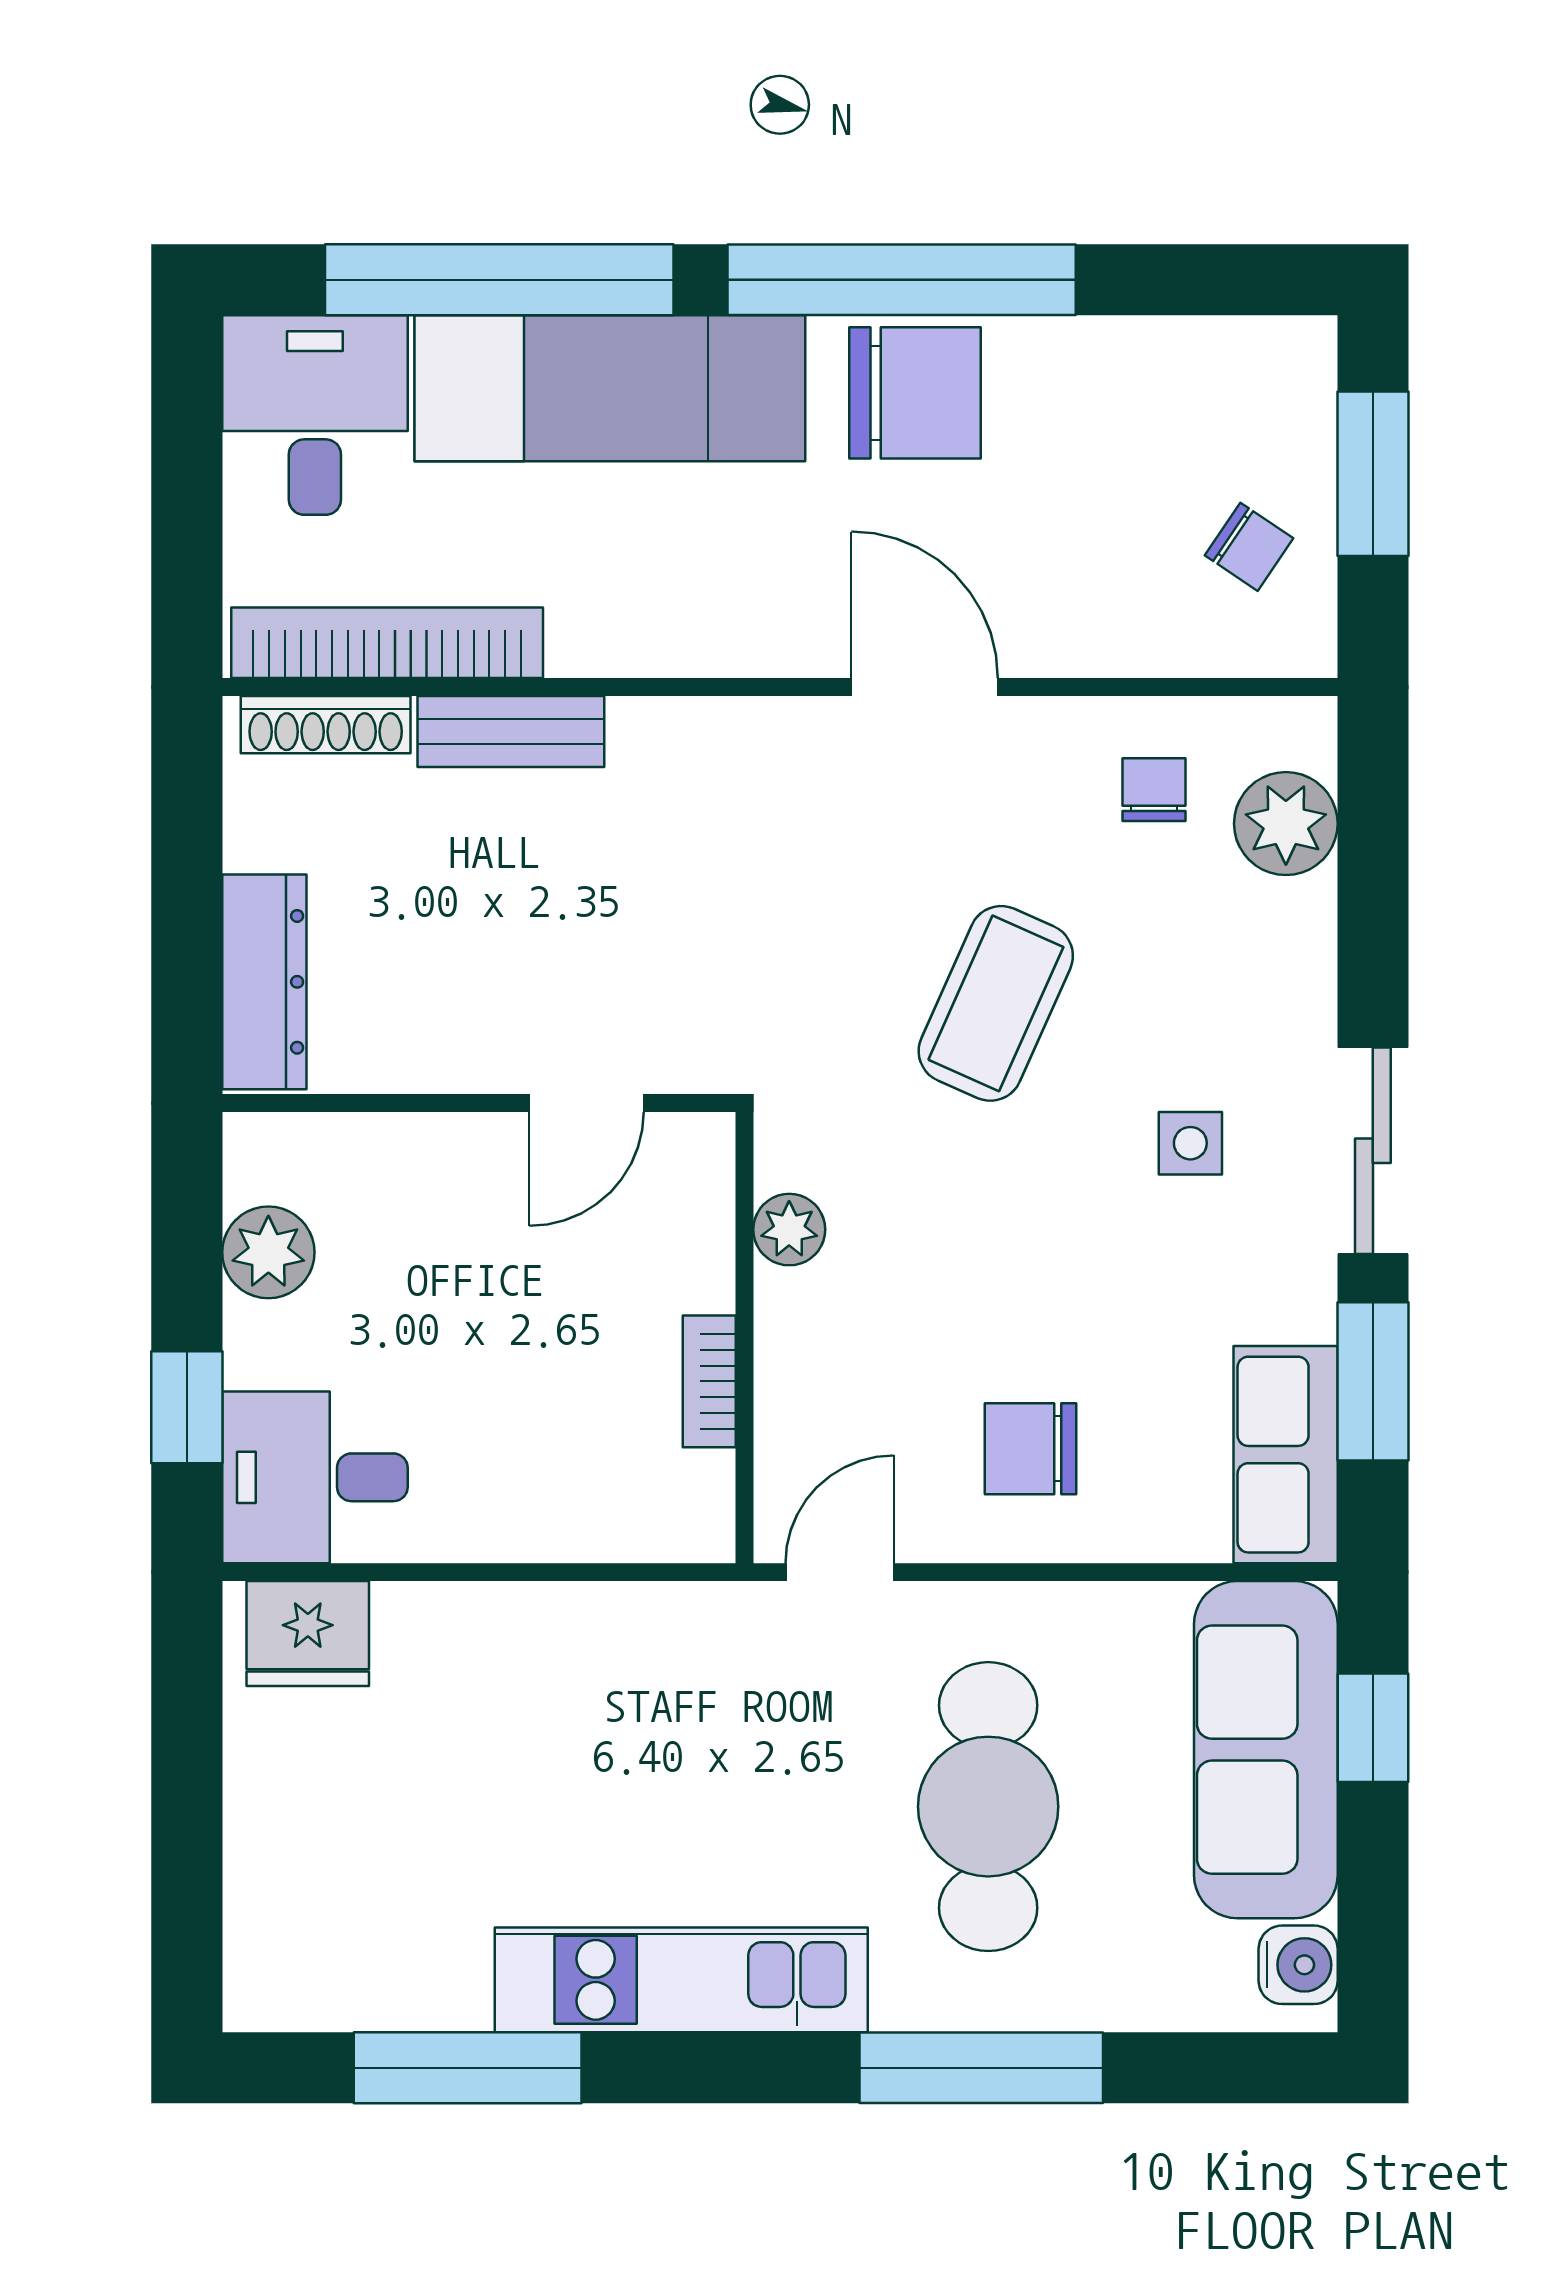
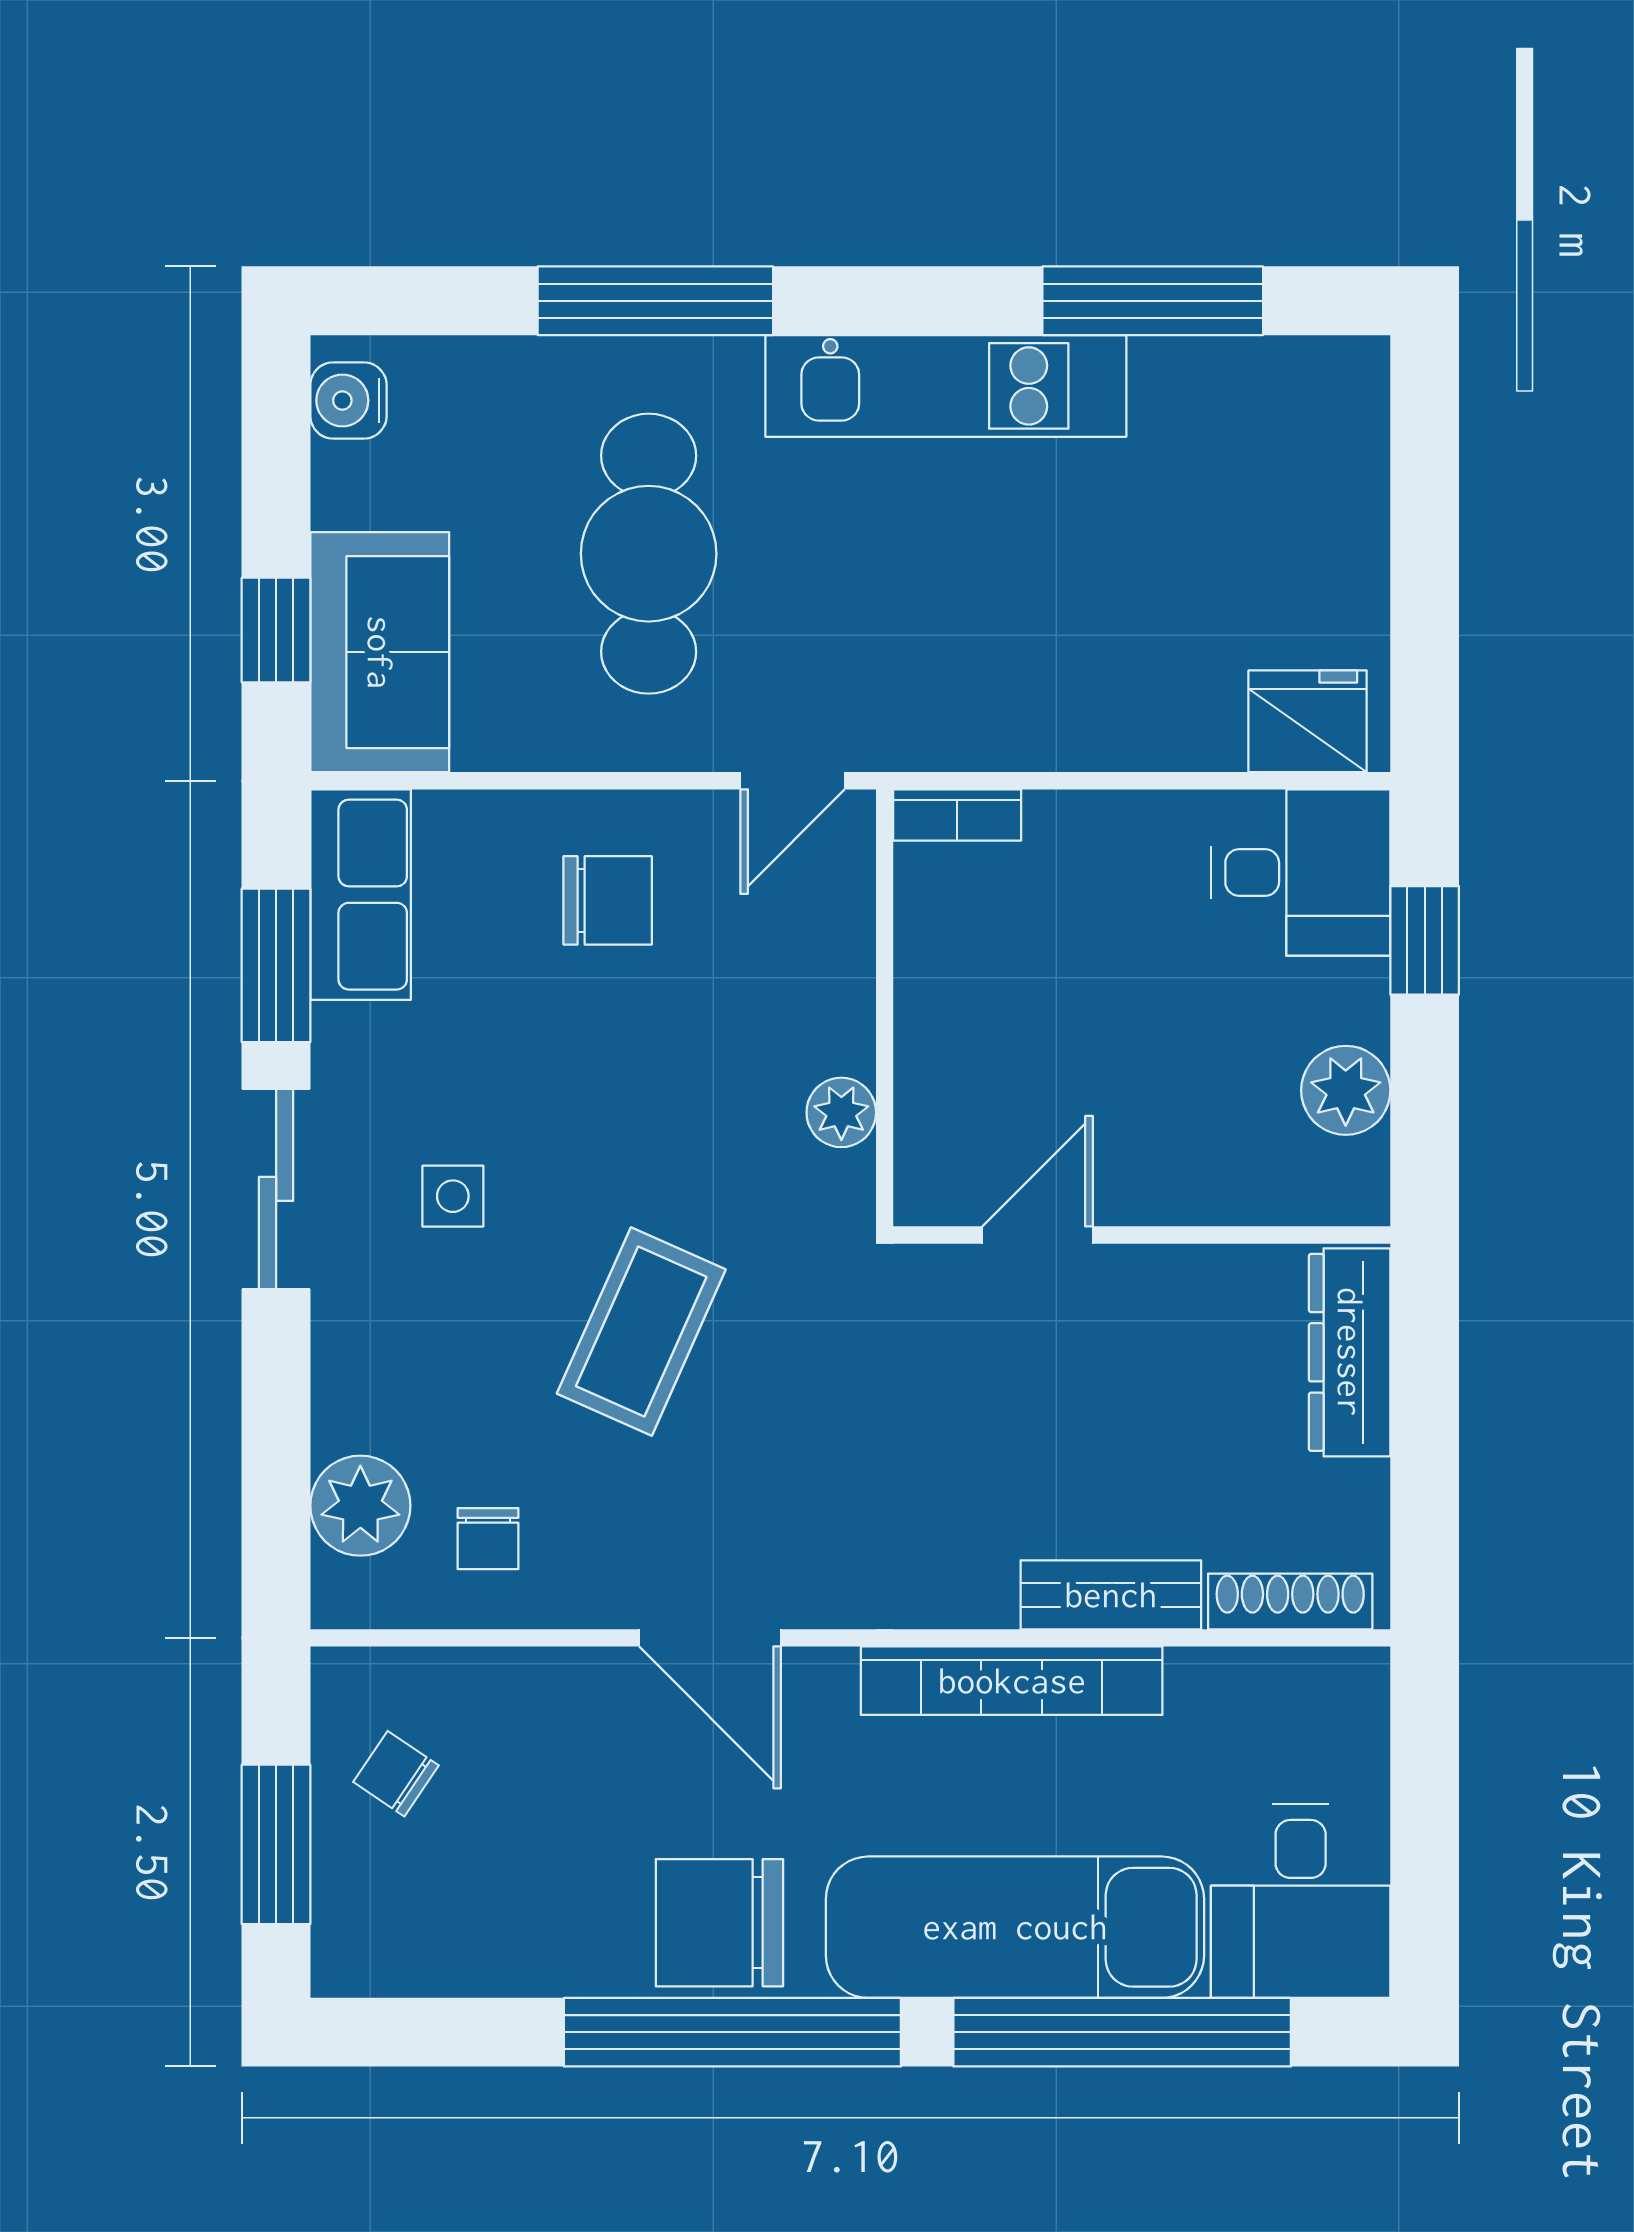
bookcase: (387, 643) -> (1012, 1681), moved
bookcase: (709, 1381) -> (957, 815), moved, turned 90
sofa: (1266, 1750) -> (380, 652), width x0.73

